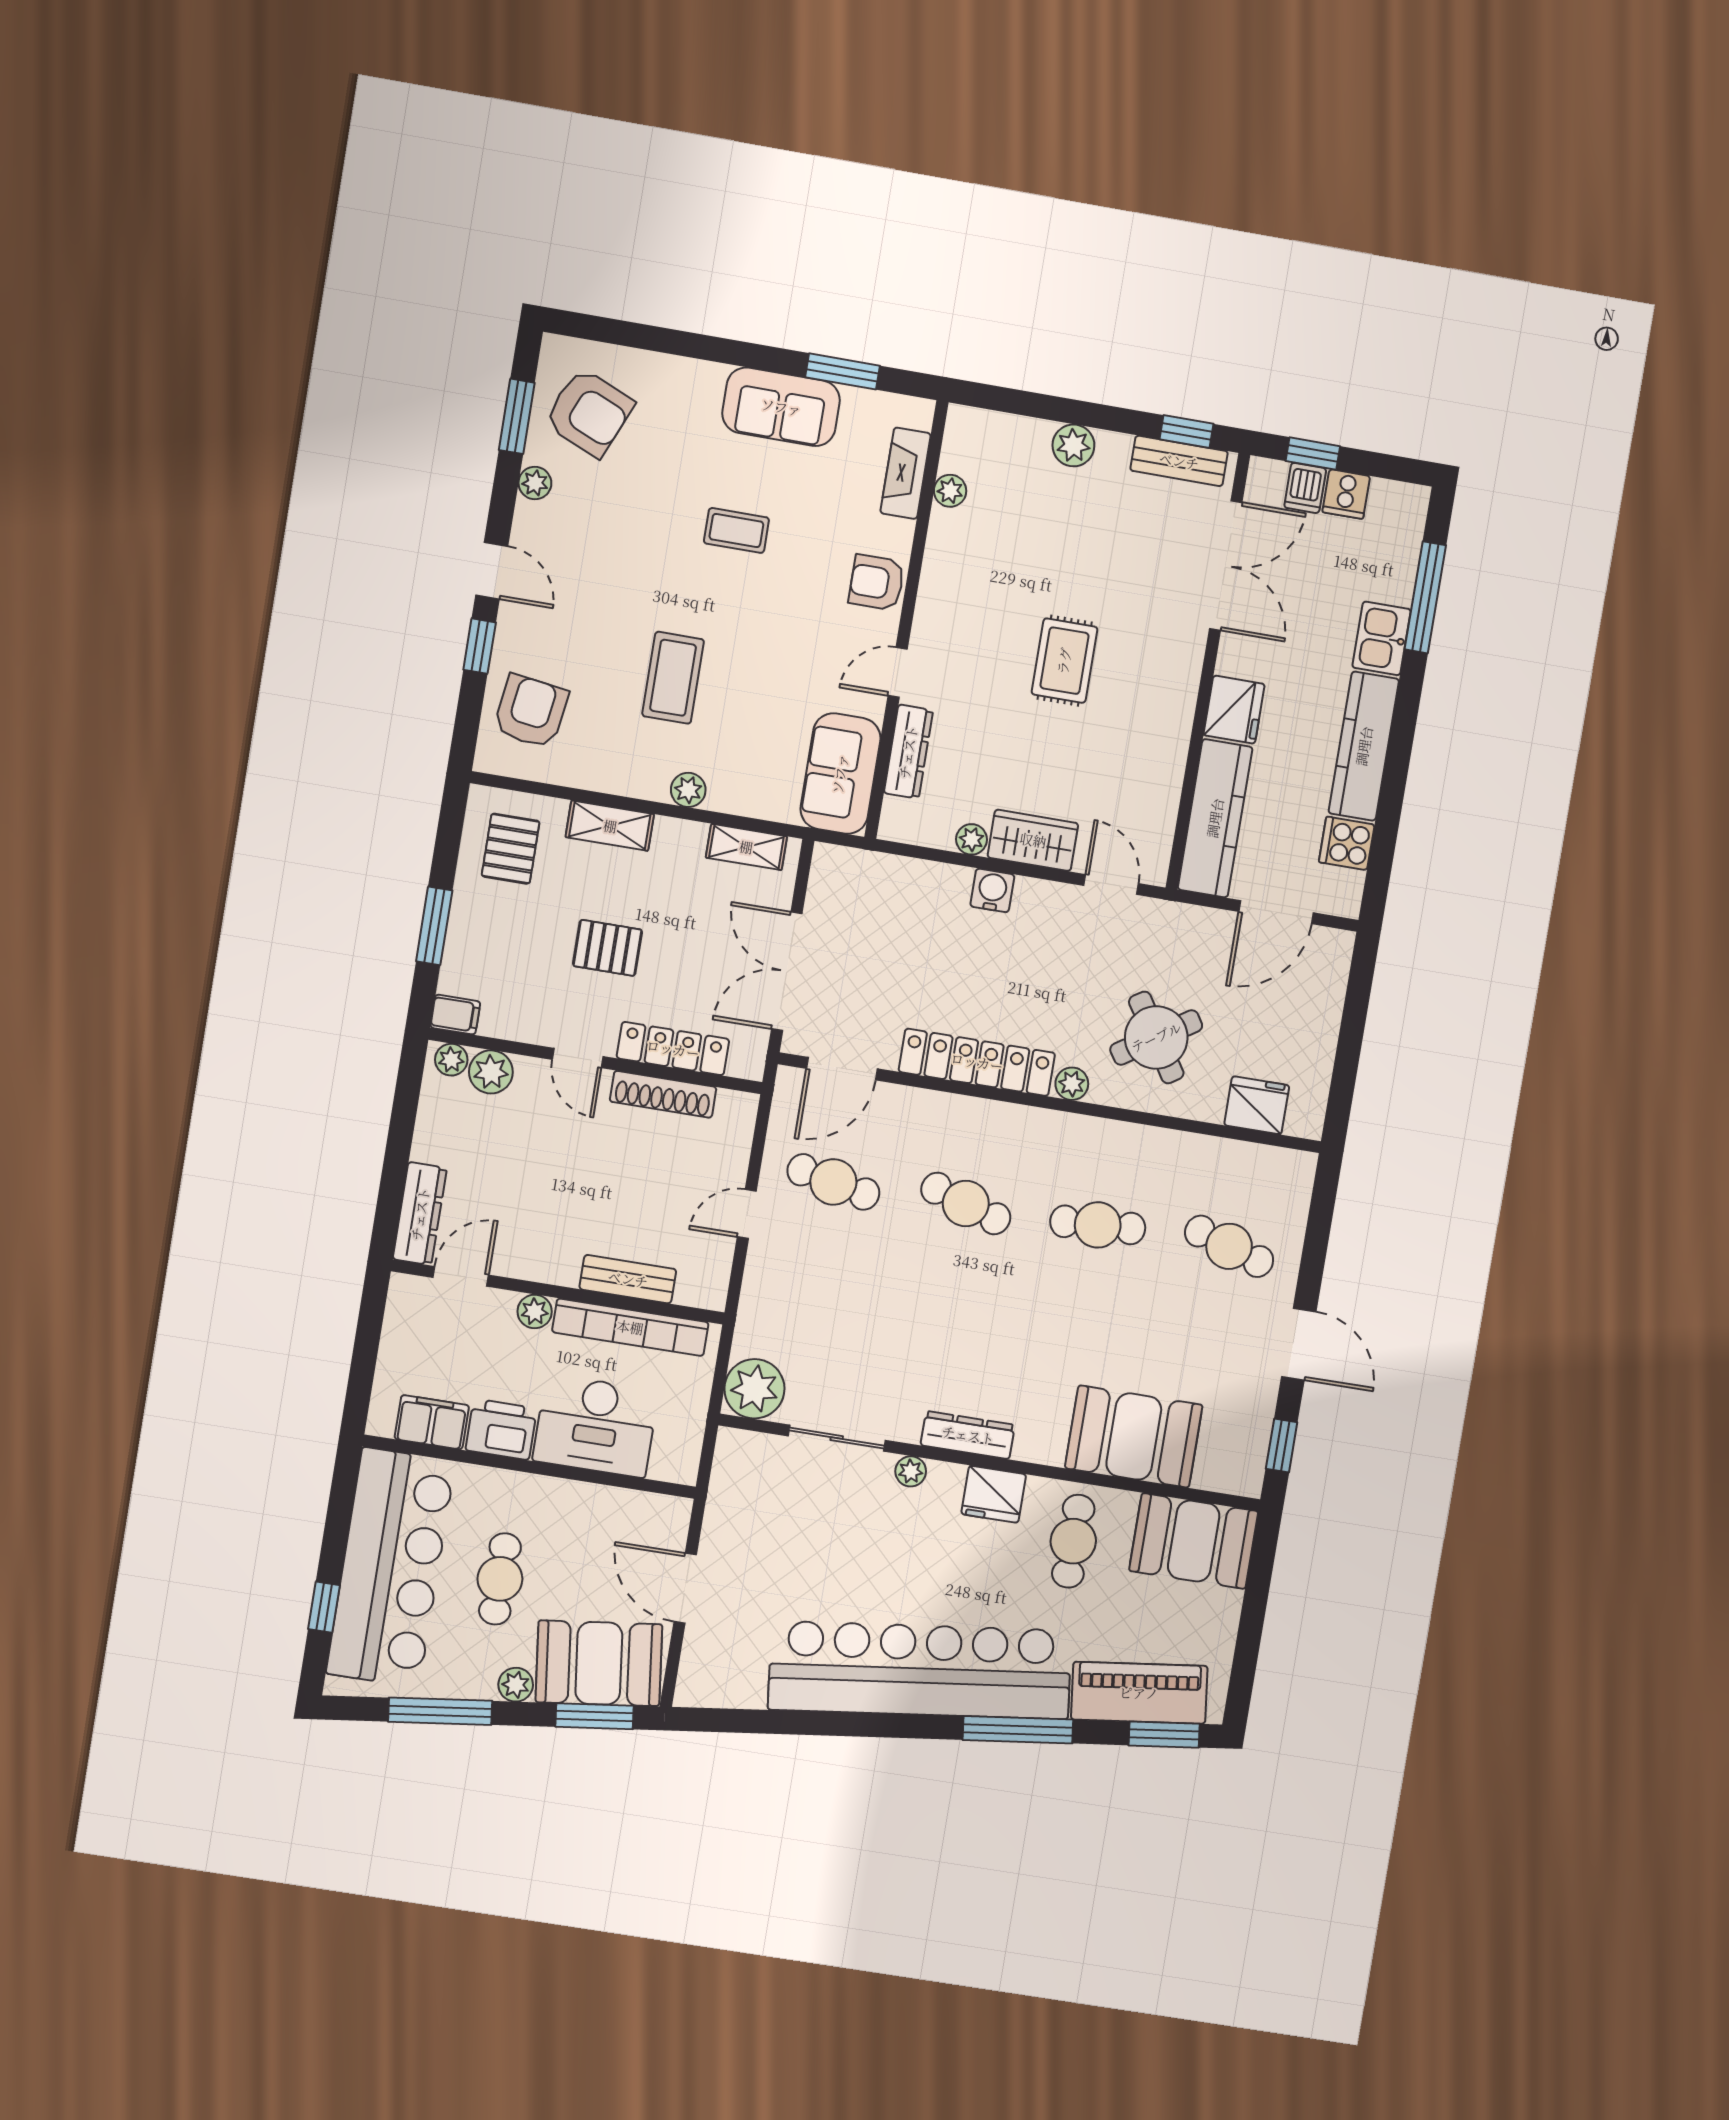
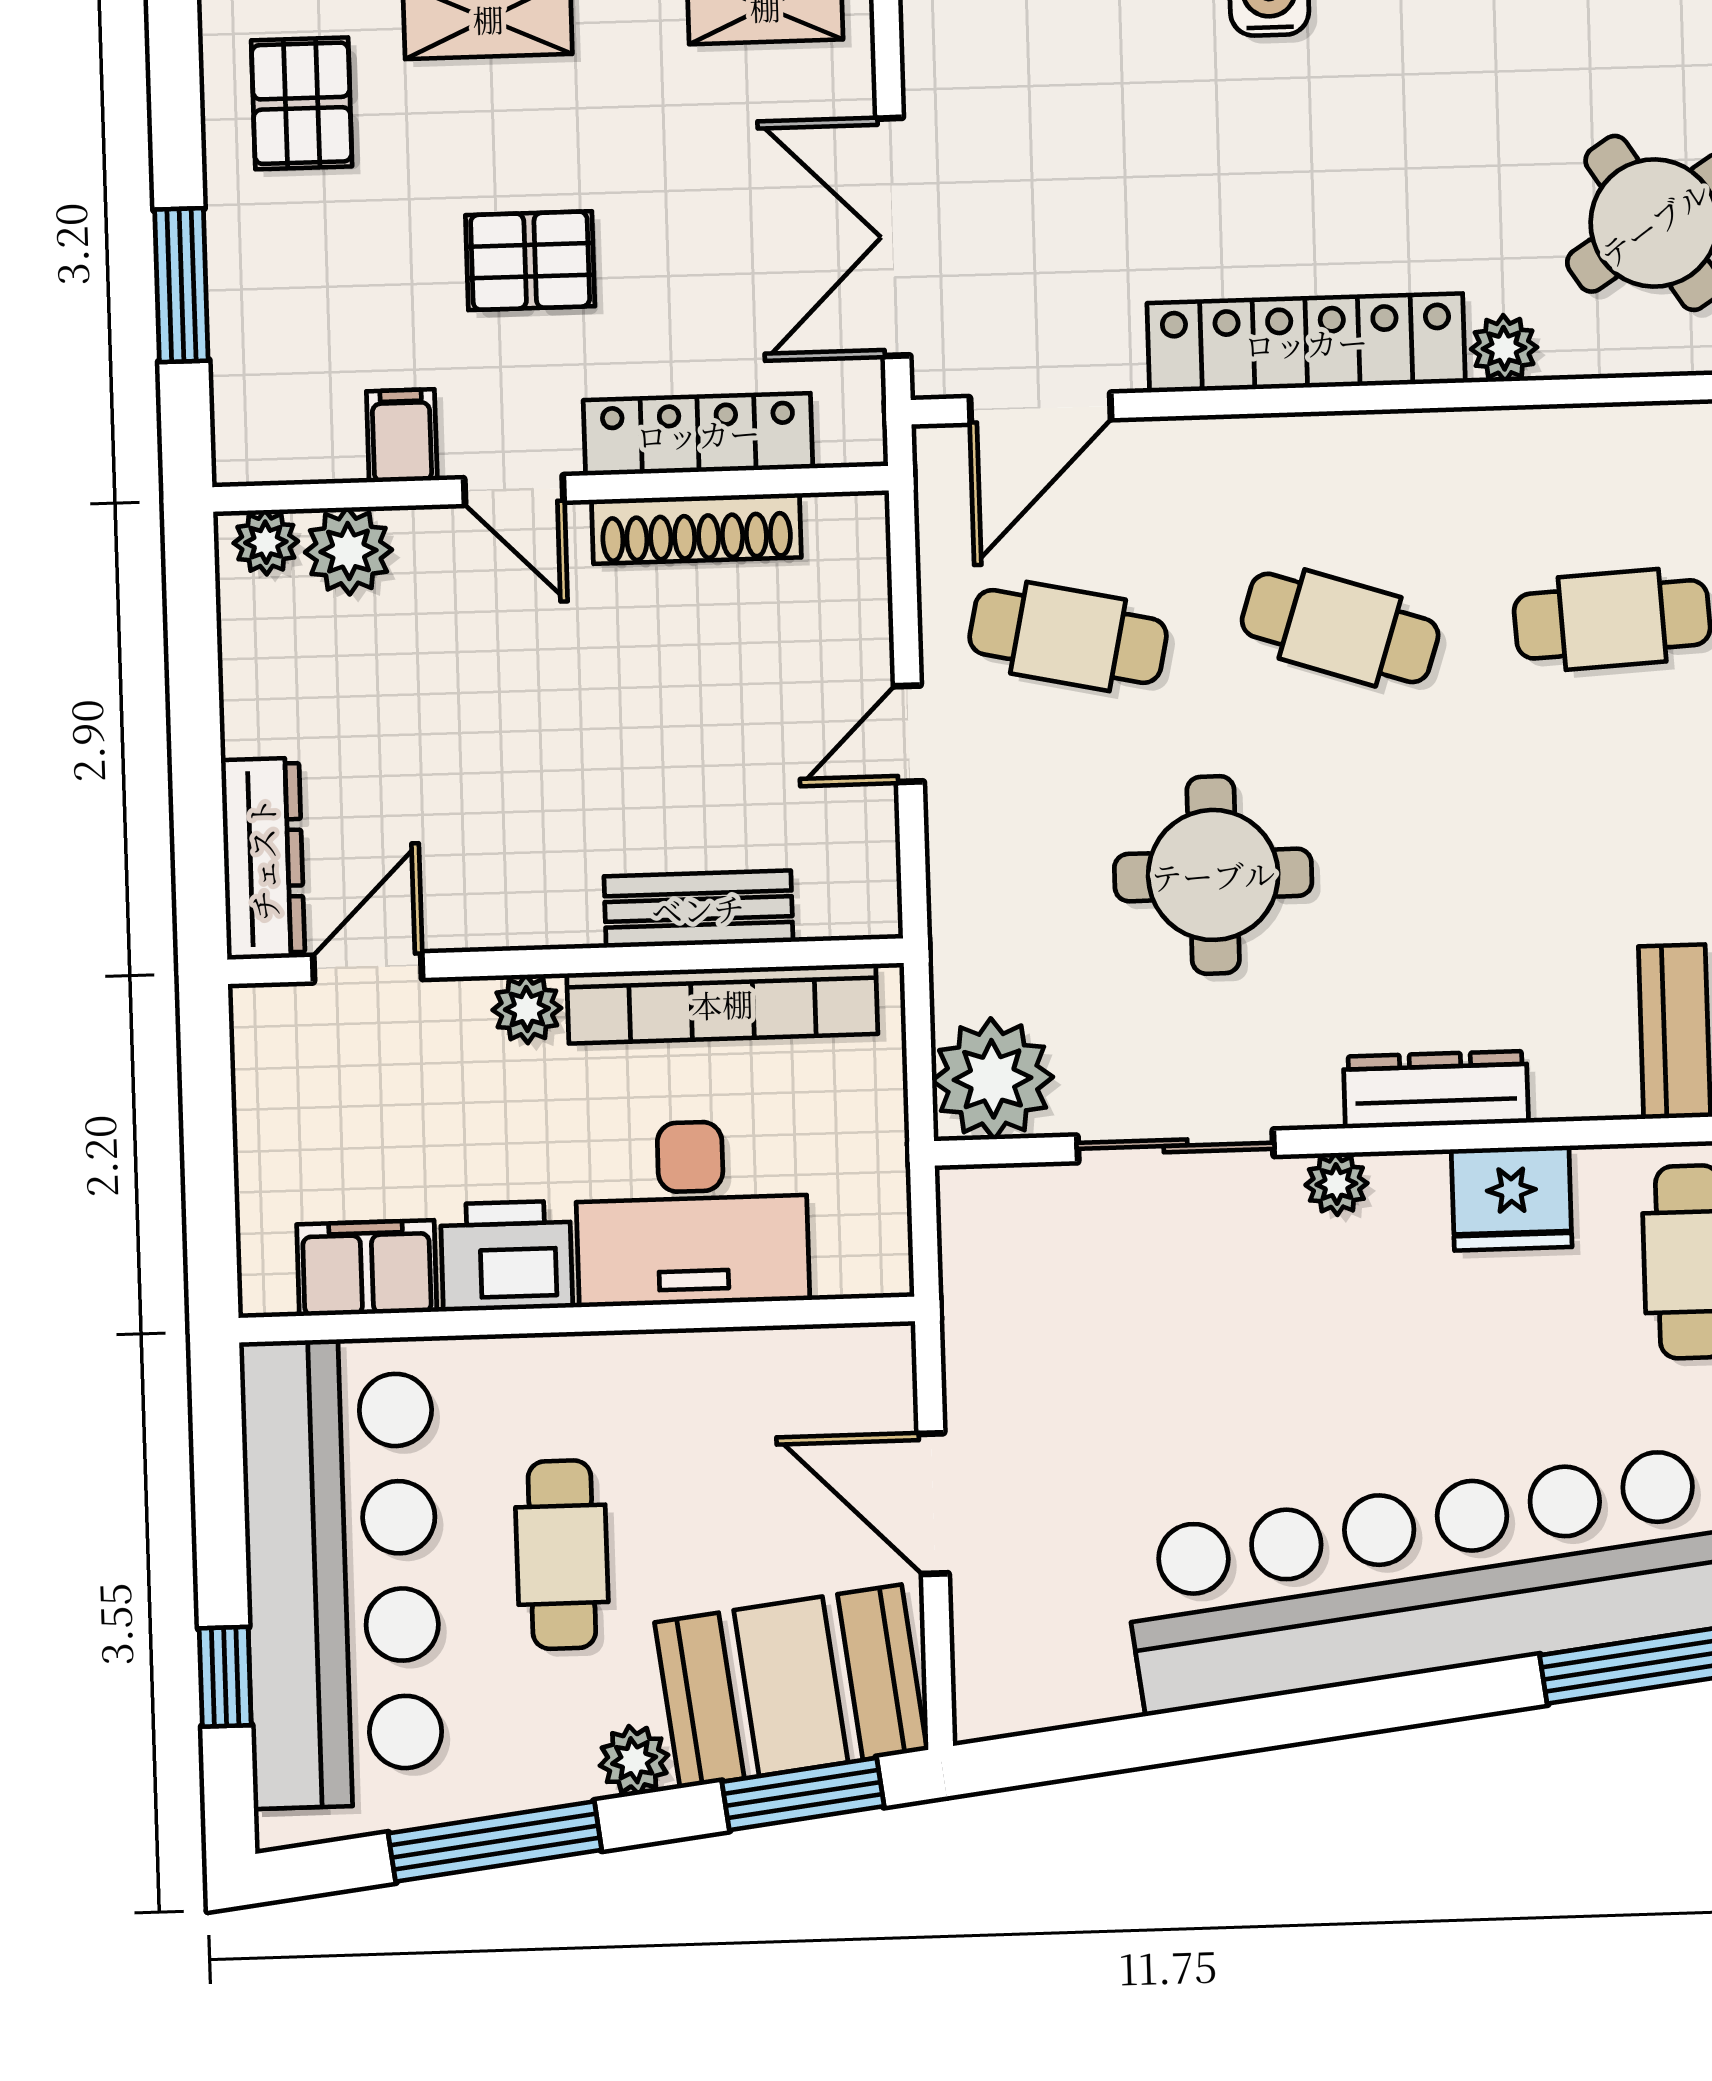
filing cabinet: (455, 1015) -> (402, 436), moved, turned -90
round table: (881, 1311) -> (1213, 875), added

